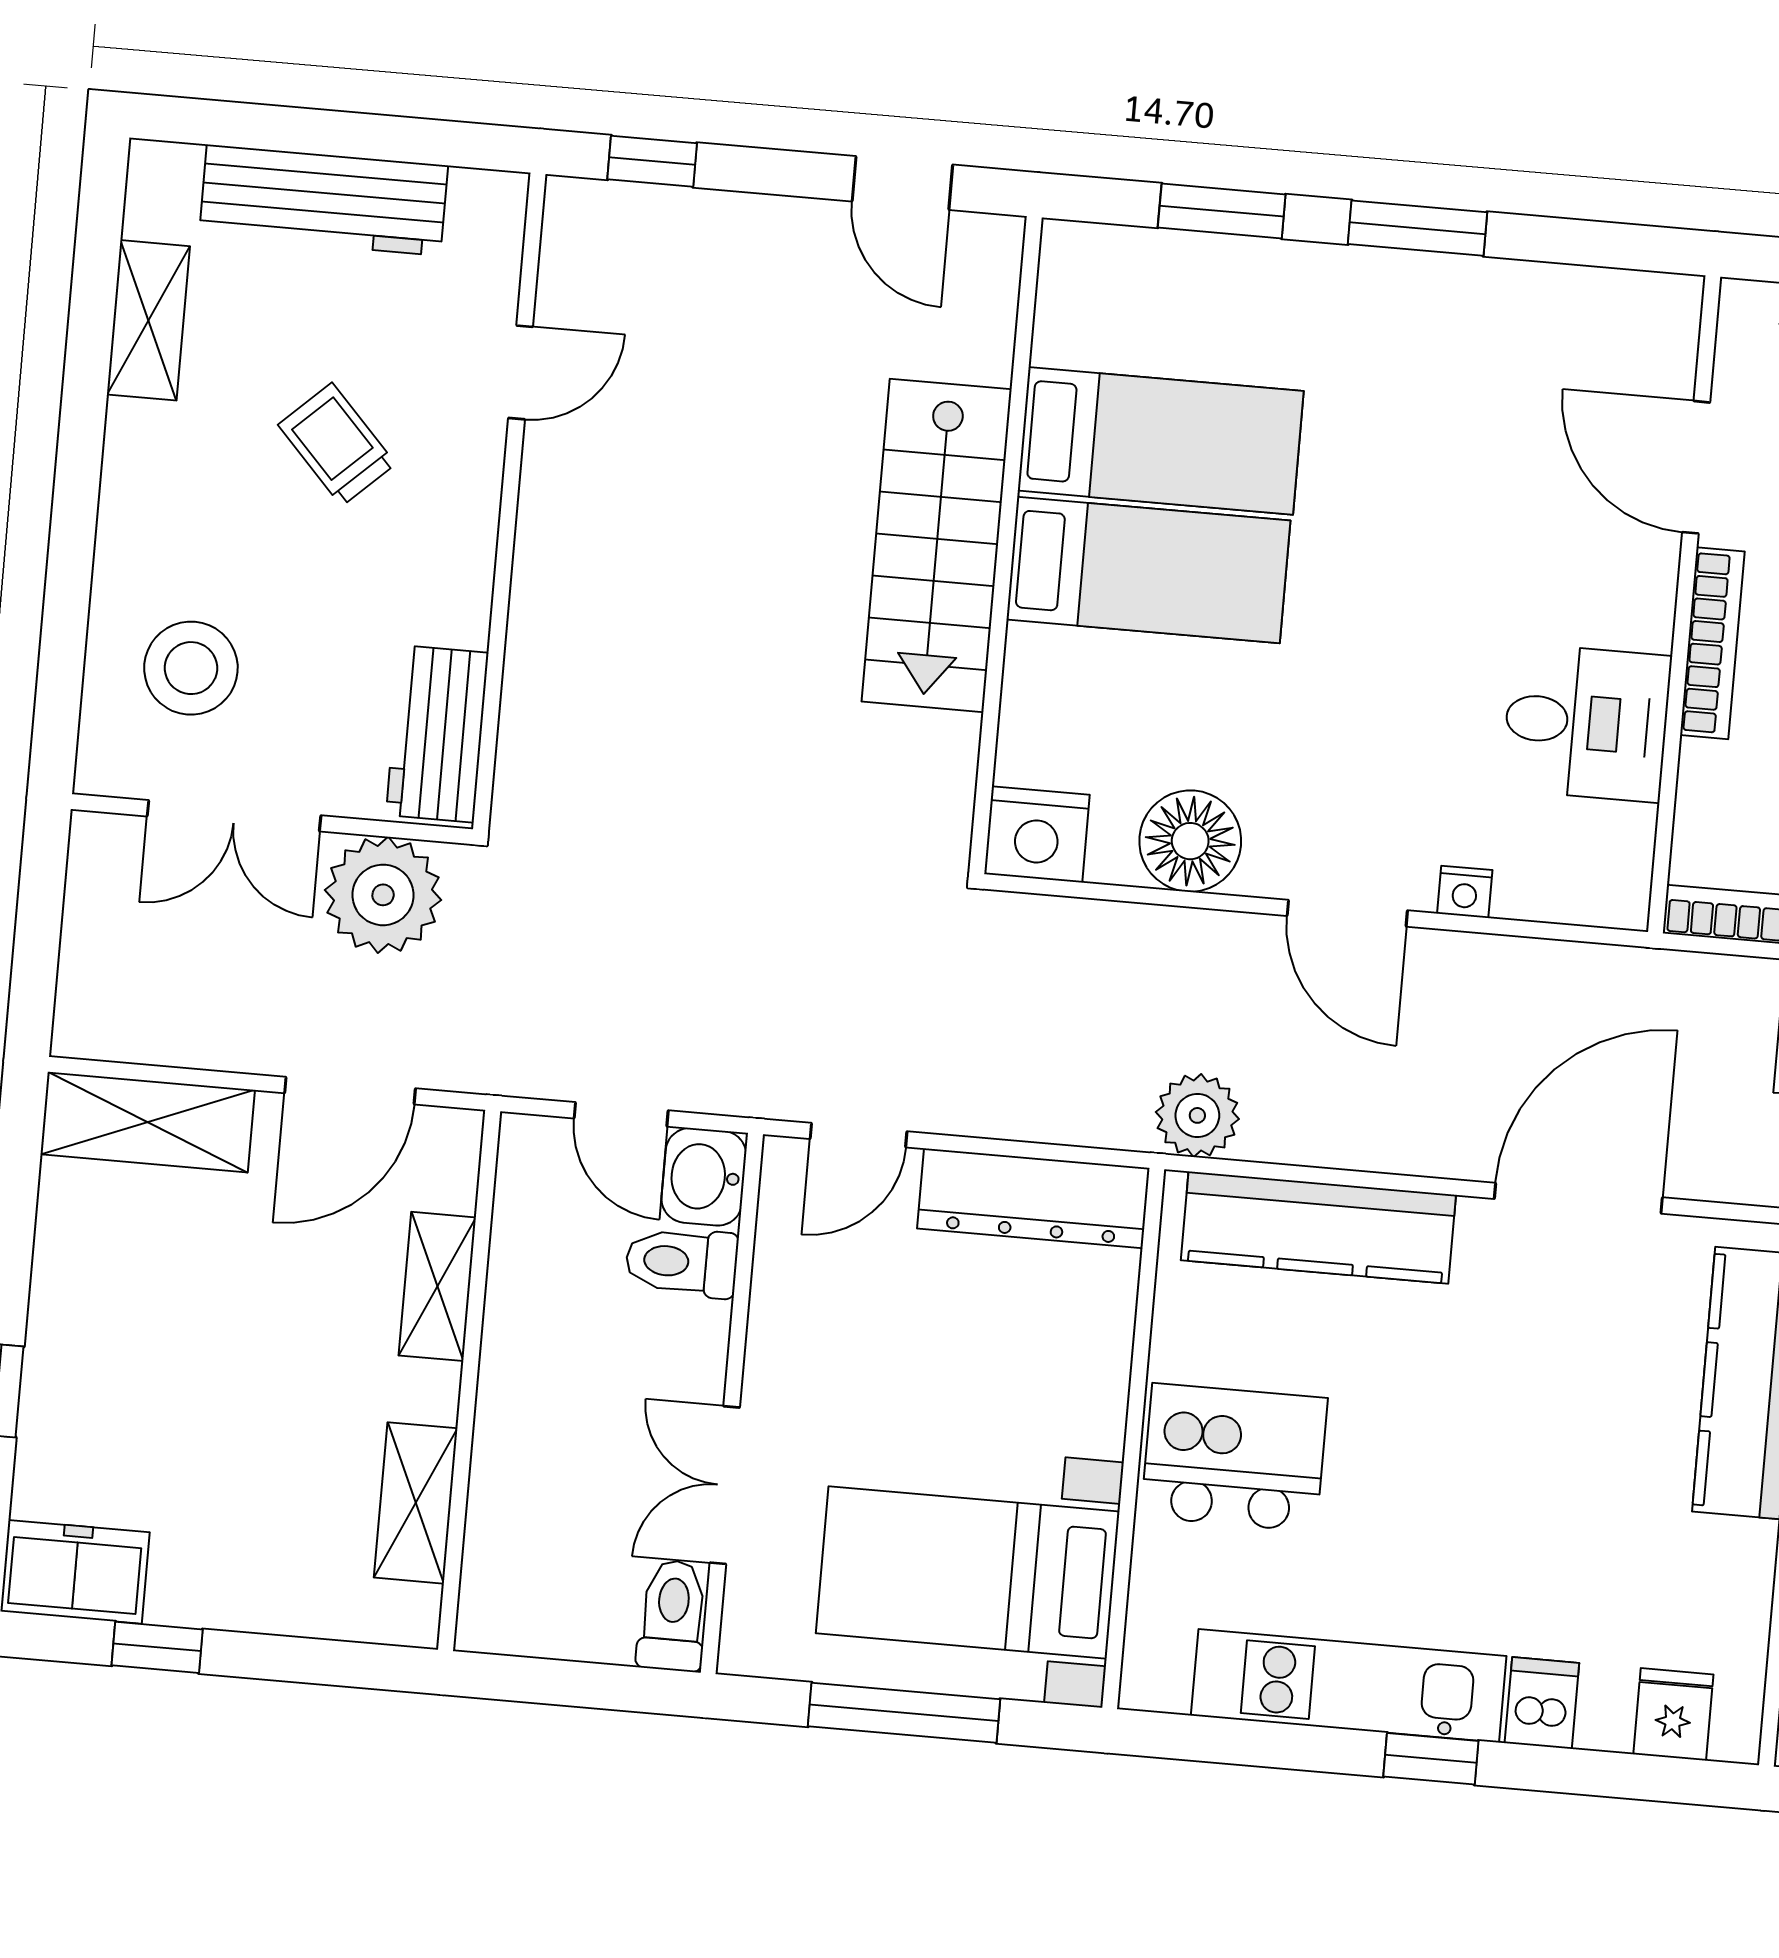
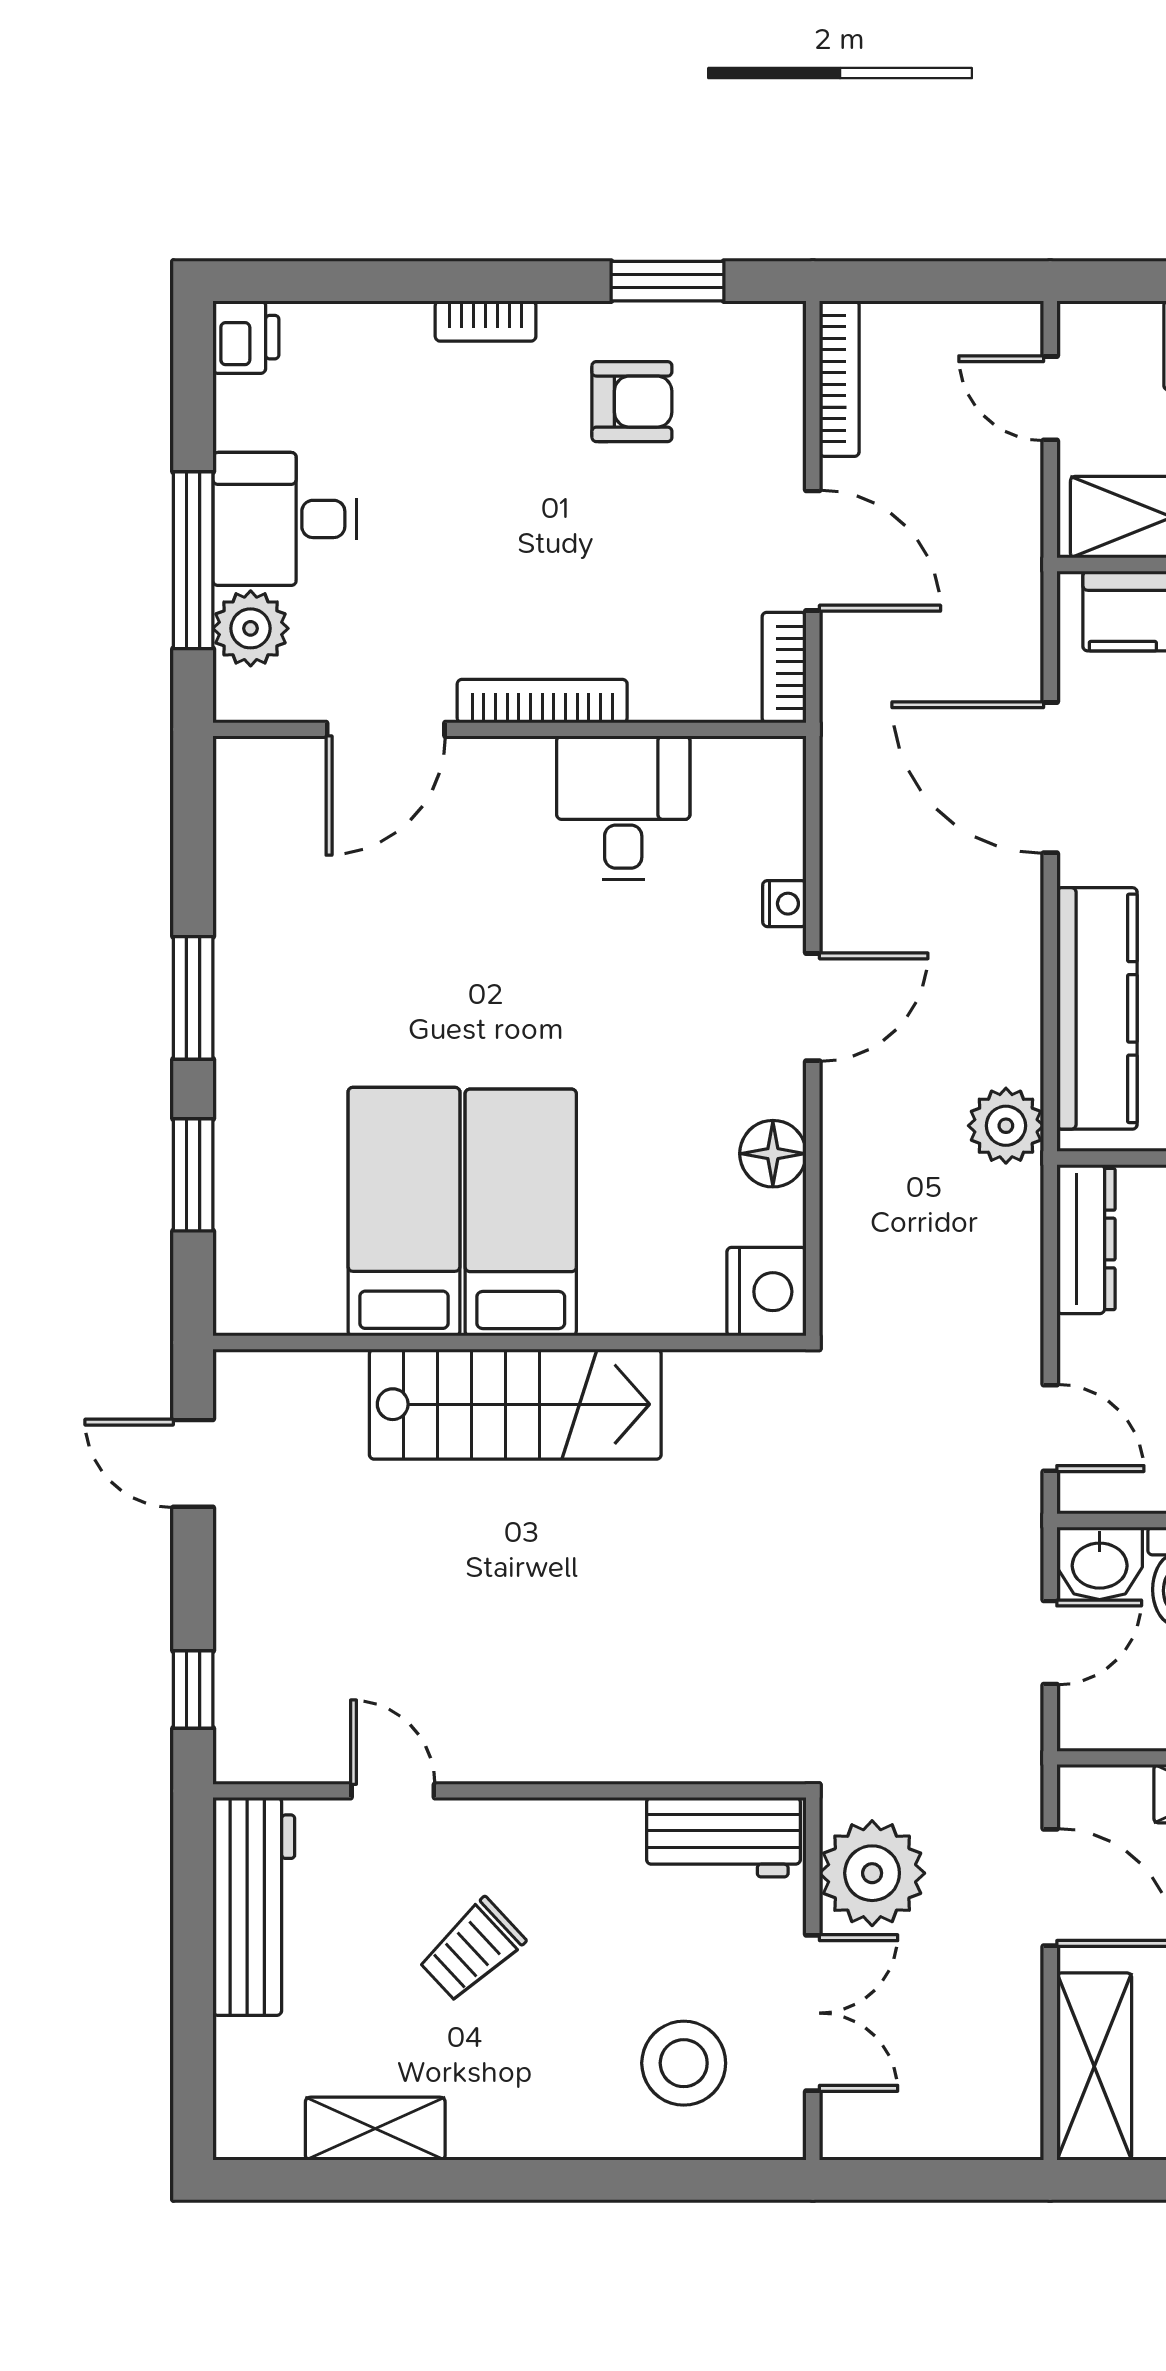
door: (902, 183) -> (193, 1463), swing flipped
workbench: (324, 200) -> (254, 1906), moved
floor lamp: (1190, 841) -> (773, 1154), width x0.73, depth x0.73
dresser: (1033, 1198) -> (1086, 1239), width x0.73, depth x0.80

